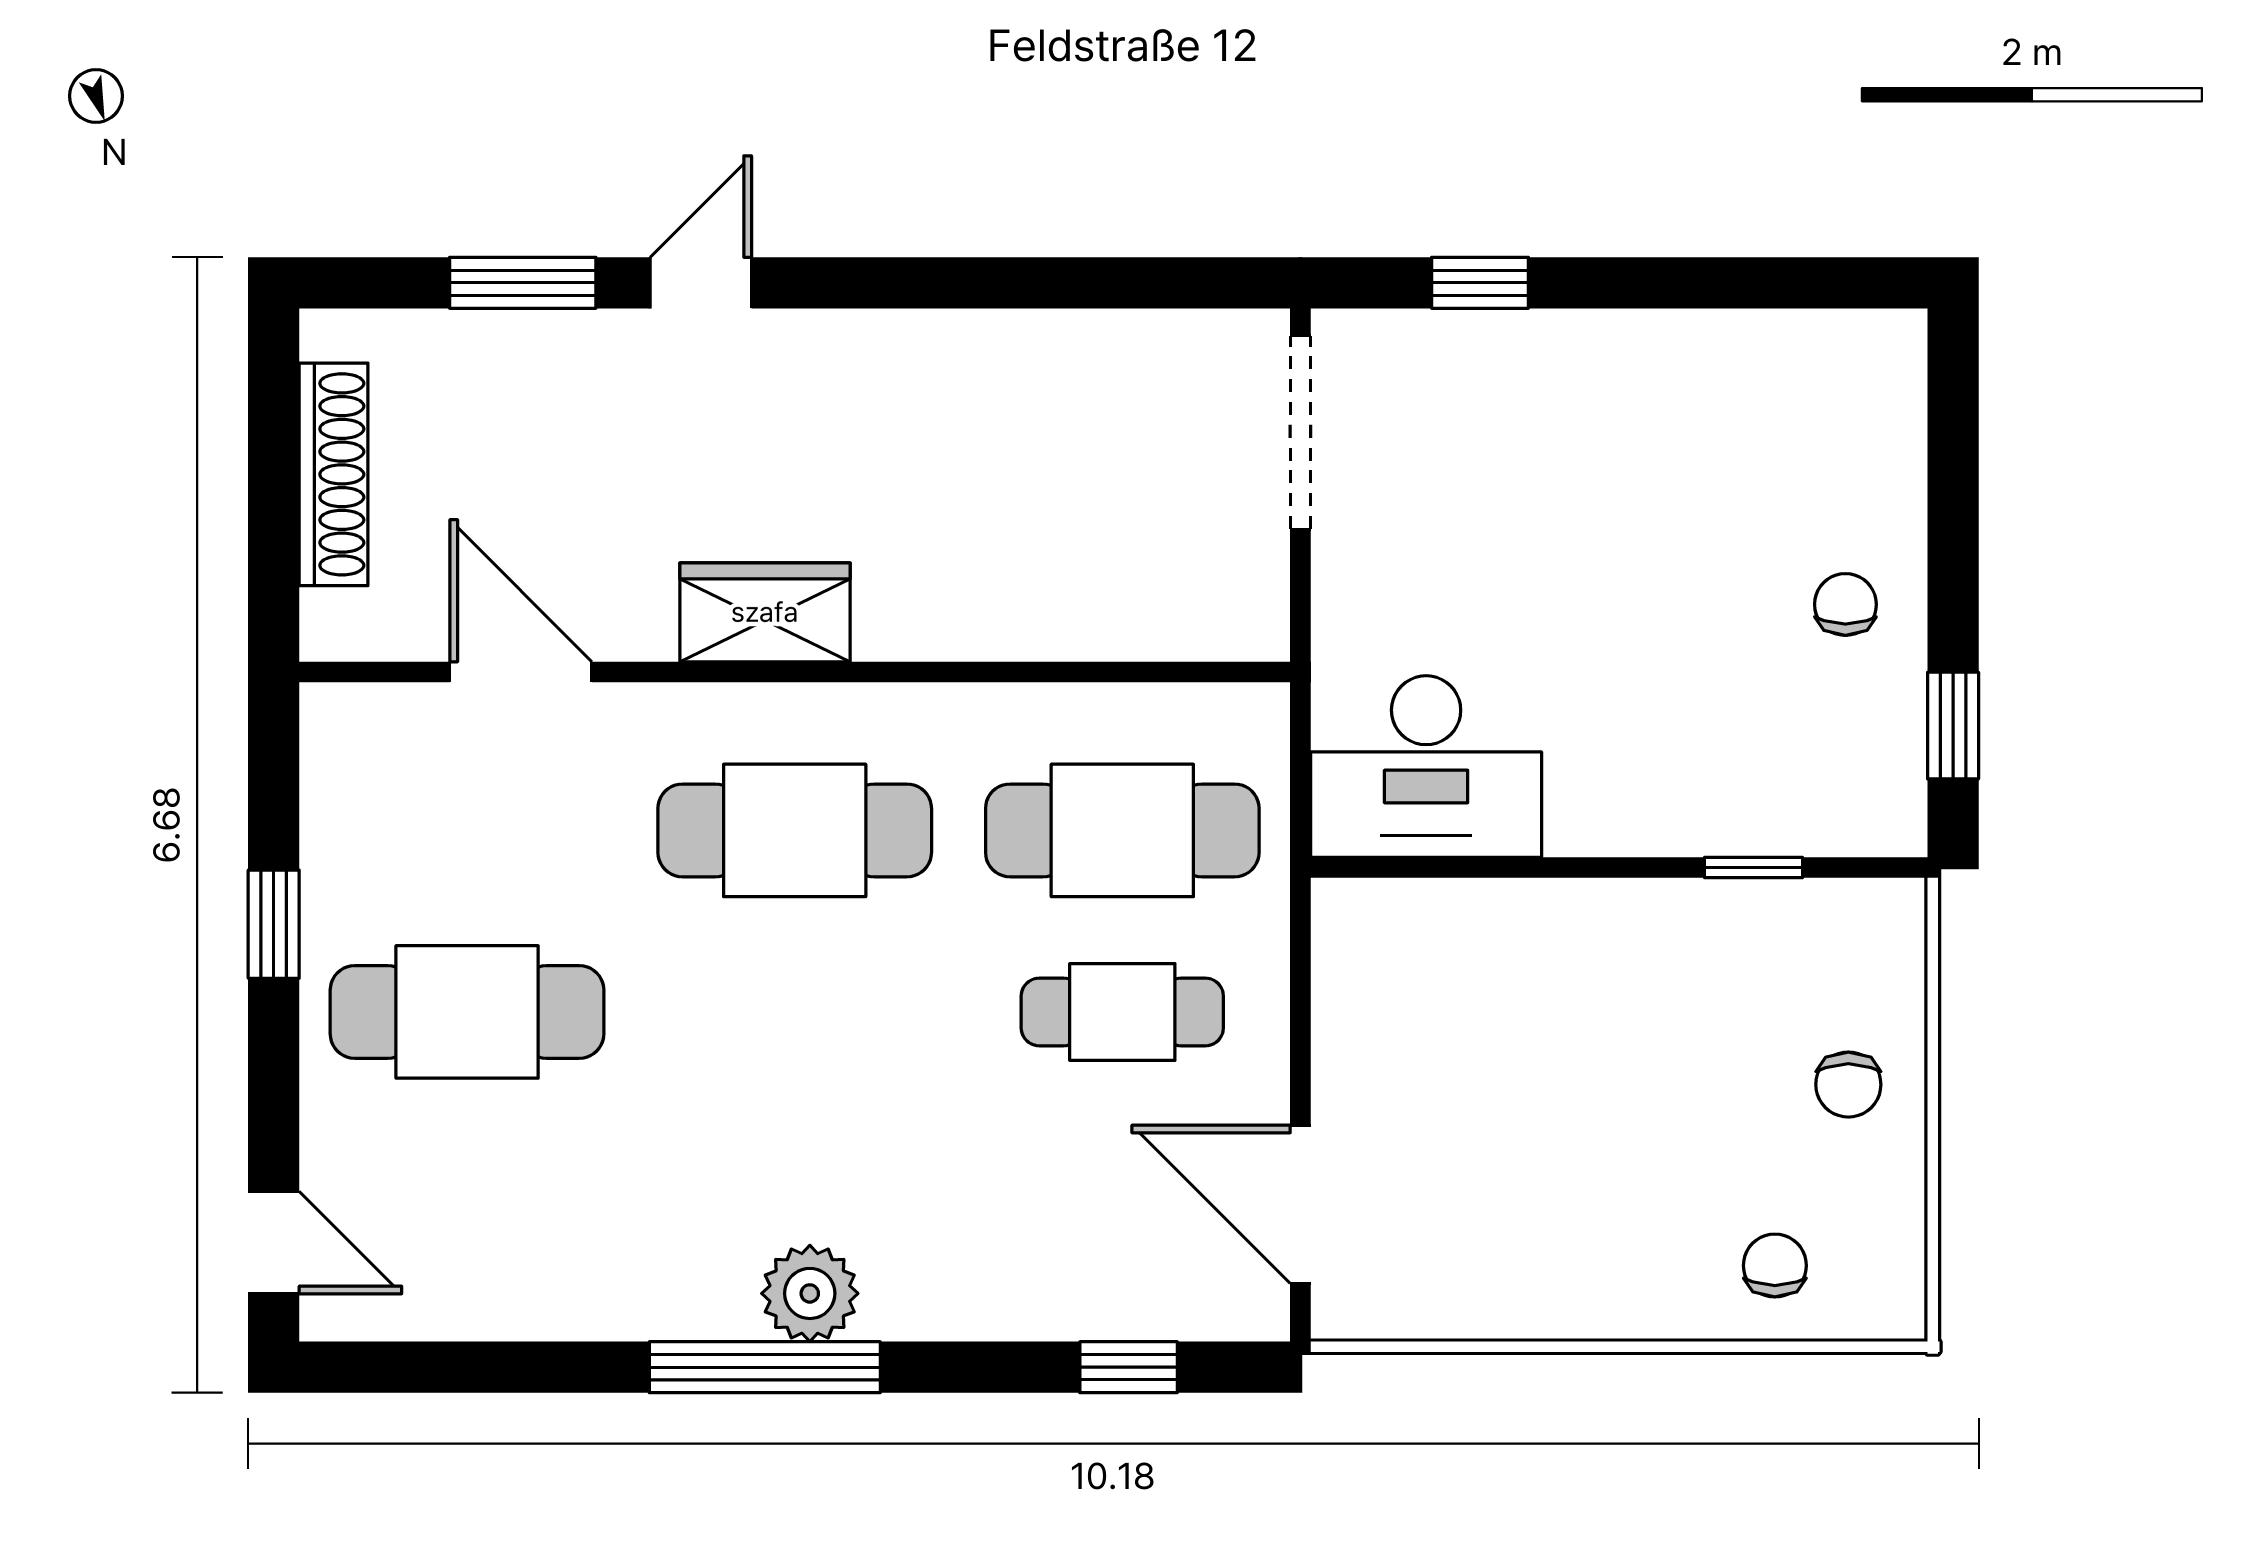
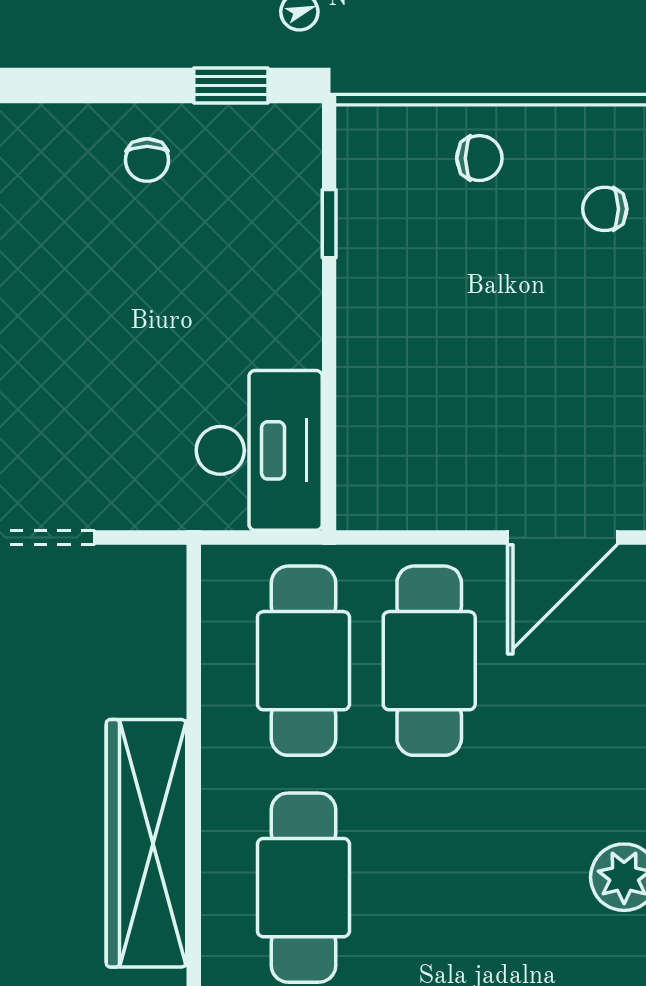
chair: (1845, 604) -> (147, 160), turned -90
wardrobe: (765, 612) -> (147, 843), width x2.10, depth x1.17
cafe table: (1122, 1012) -> (429, 661), width x1.37, depth x1.35

